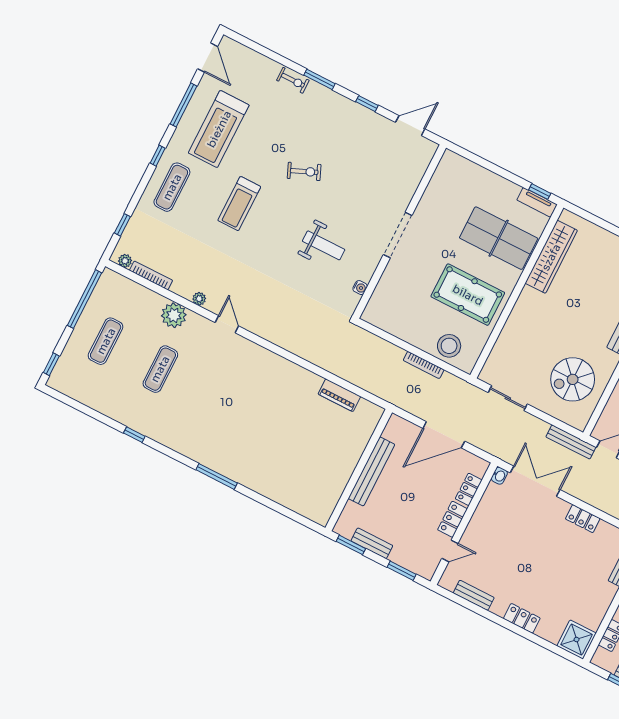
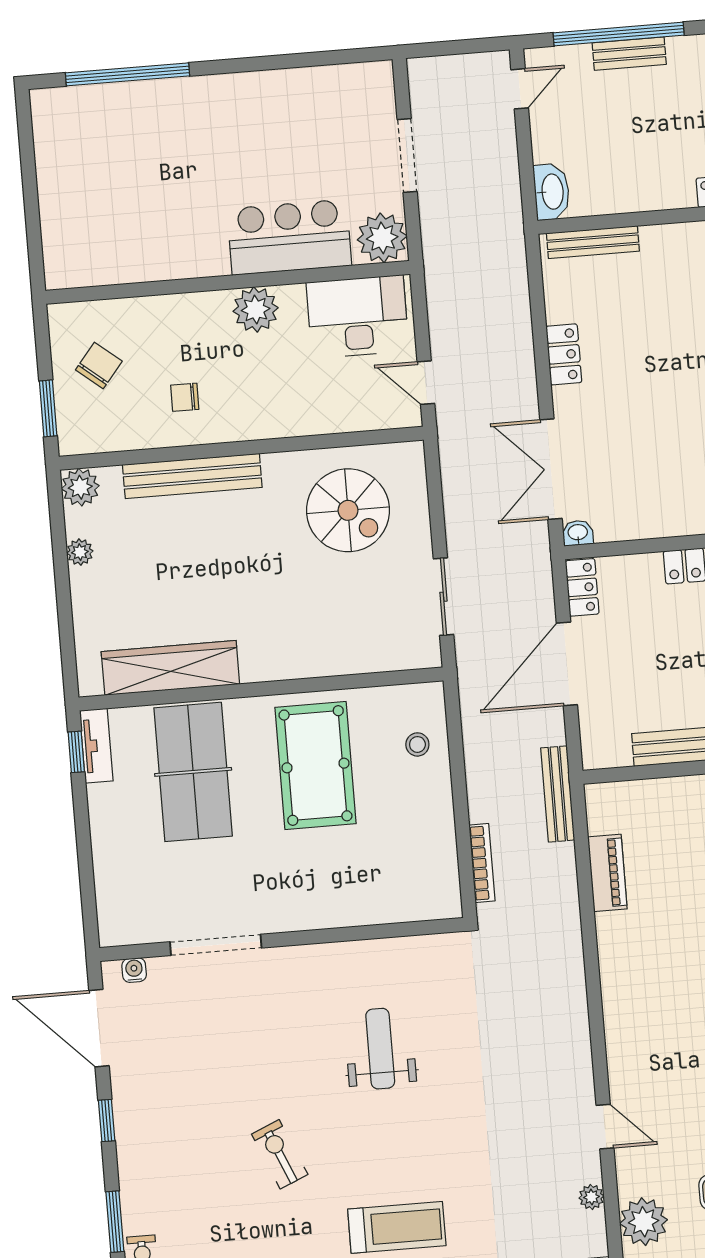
door: (410, 126) -> (99, 1028), width x1.36
doorway: (398, 235) -> (216, 945), moved
water cooler: (360, 288) -> (134, 970), moved
door: (227, 324) -> (605, 1127), swing flipped
stool: (449, 346) -> (417, 744), width x0.53, depth x0.53
bookcase: (424, 365) -> (482, 863), moved
door: (444, 435) -> (567, 664), swing flipped
bench: (571, 442) -> (558, 794), moved
locker: (469, 489) -> (582, 587), moved, turned -90

